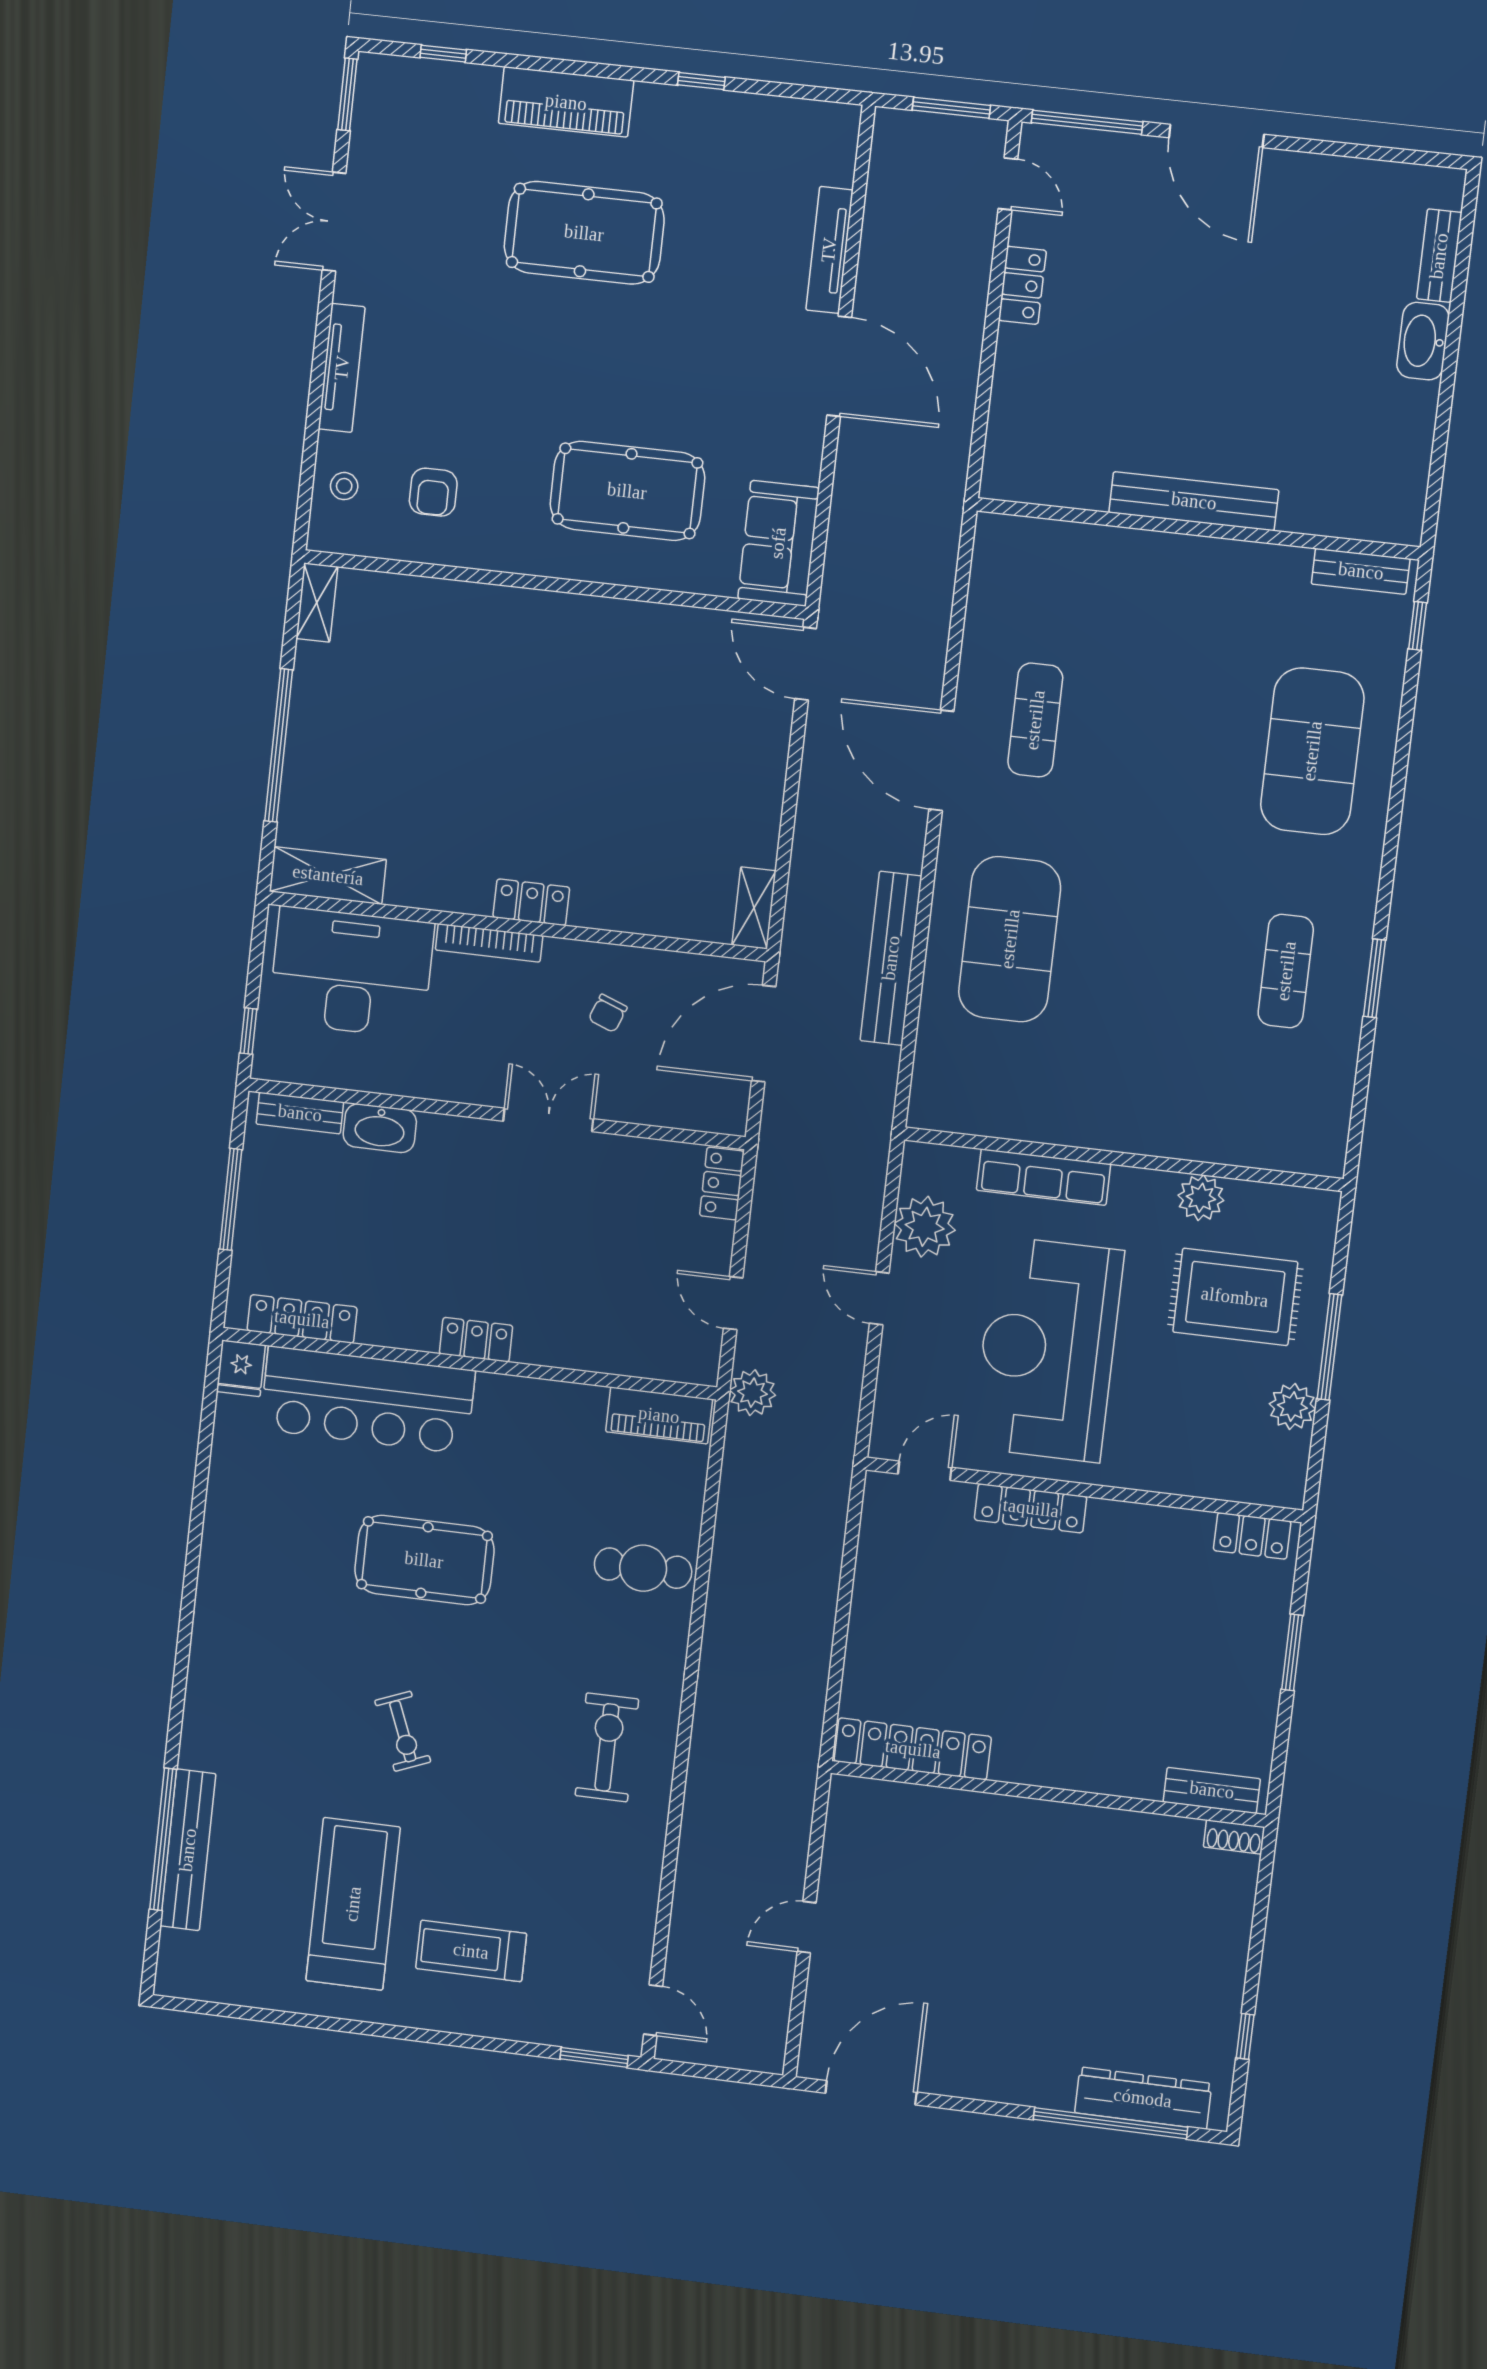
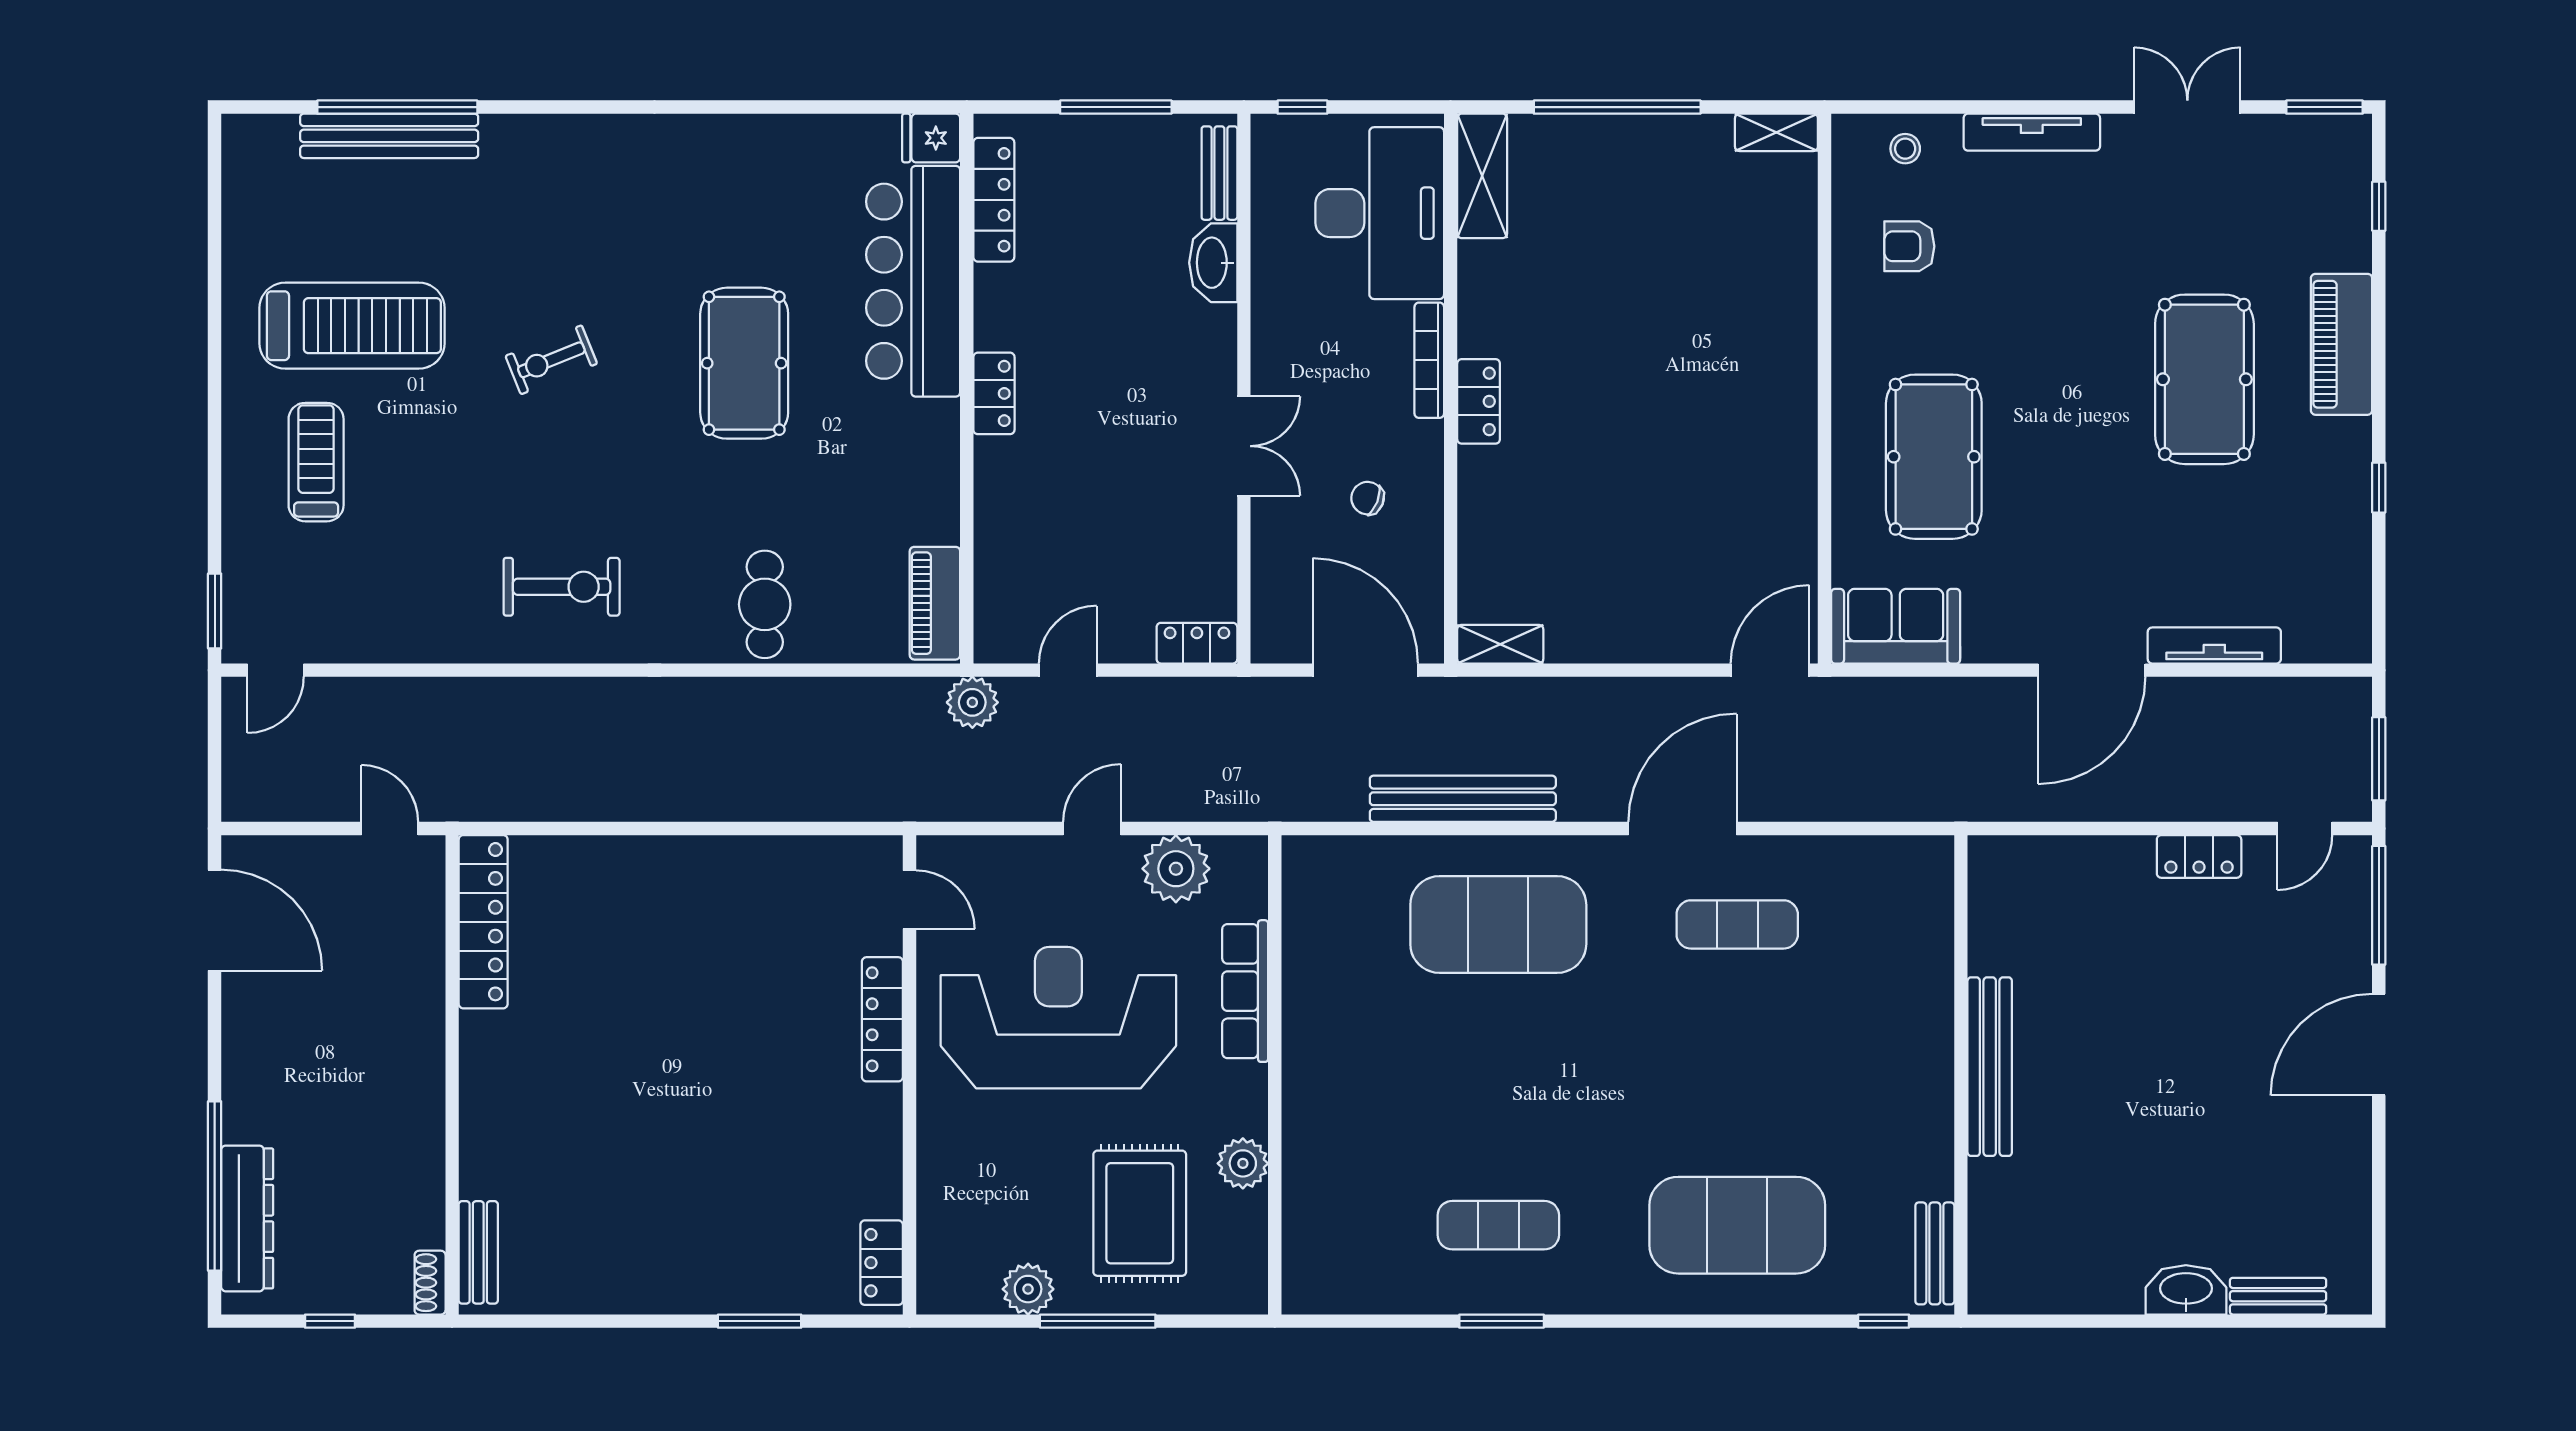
locker: (913, 1749) -> (483, 922), moved
bench: (1212, 1790) -> (478, 1252), moved
wall: (1048, 1794) -> (452, 1075), moved
shoe rack: (1234, 1837) -> (430, 1283), moved

